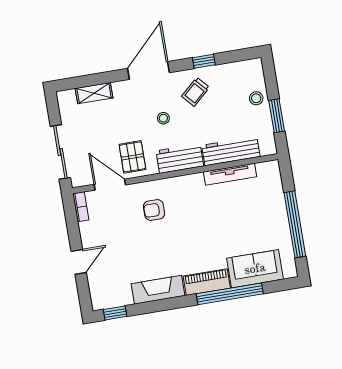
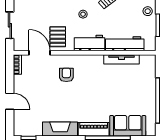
sliding door: (60, 152) -> (10, 25), width x0.73
armchair: (154, 210) -> (66, 75), turned 90
door: (79, 262) -> (10, 101), hinge flipped

